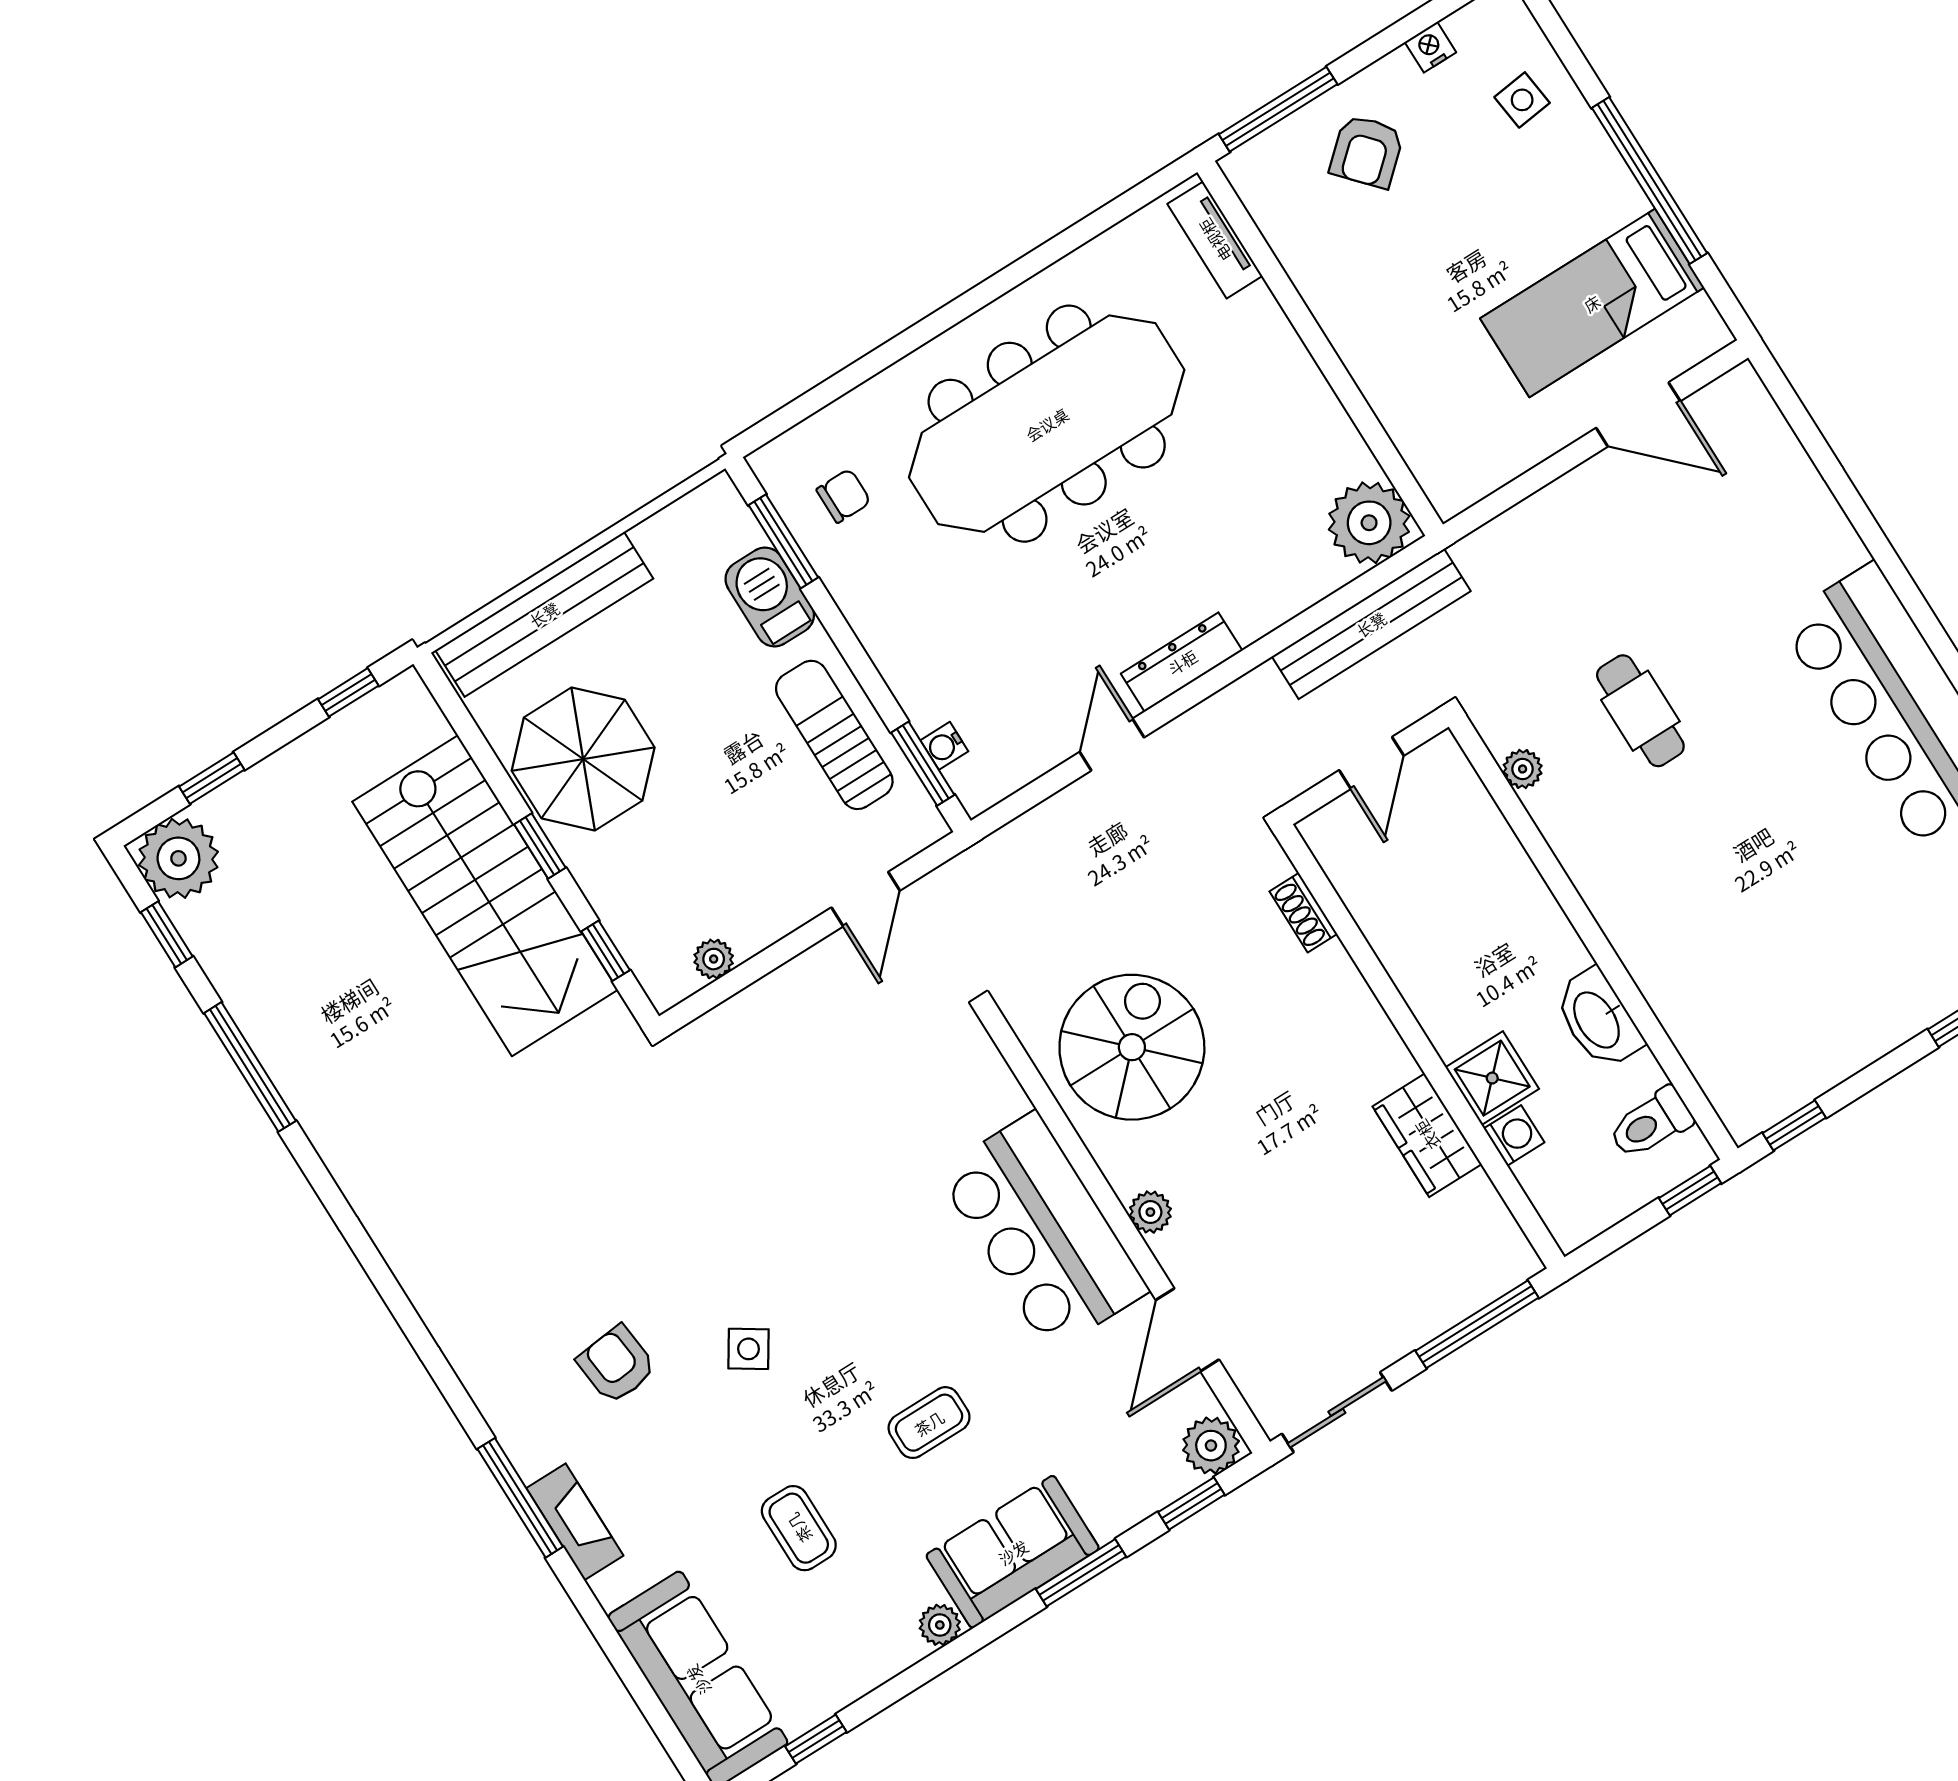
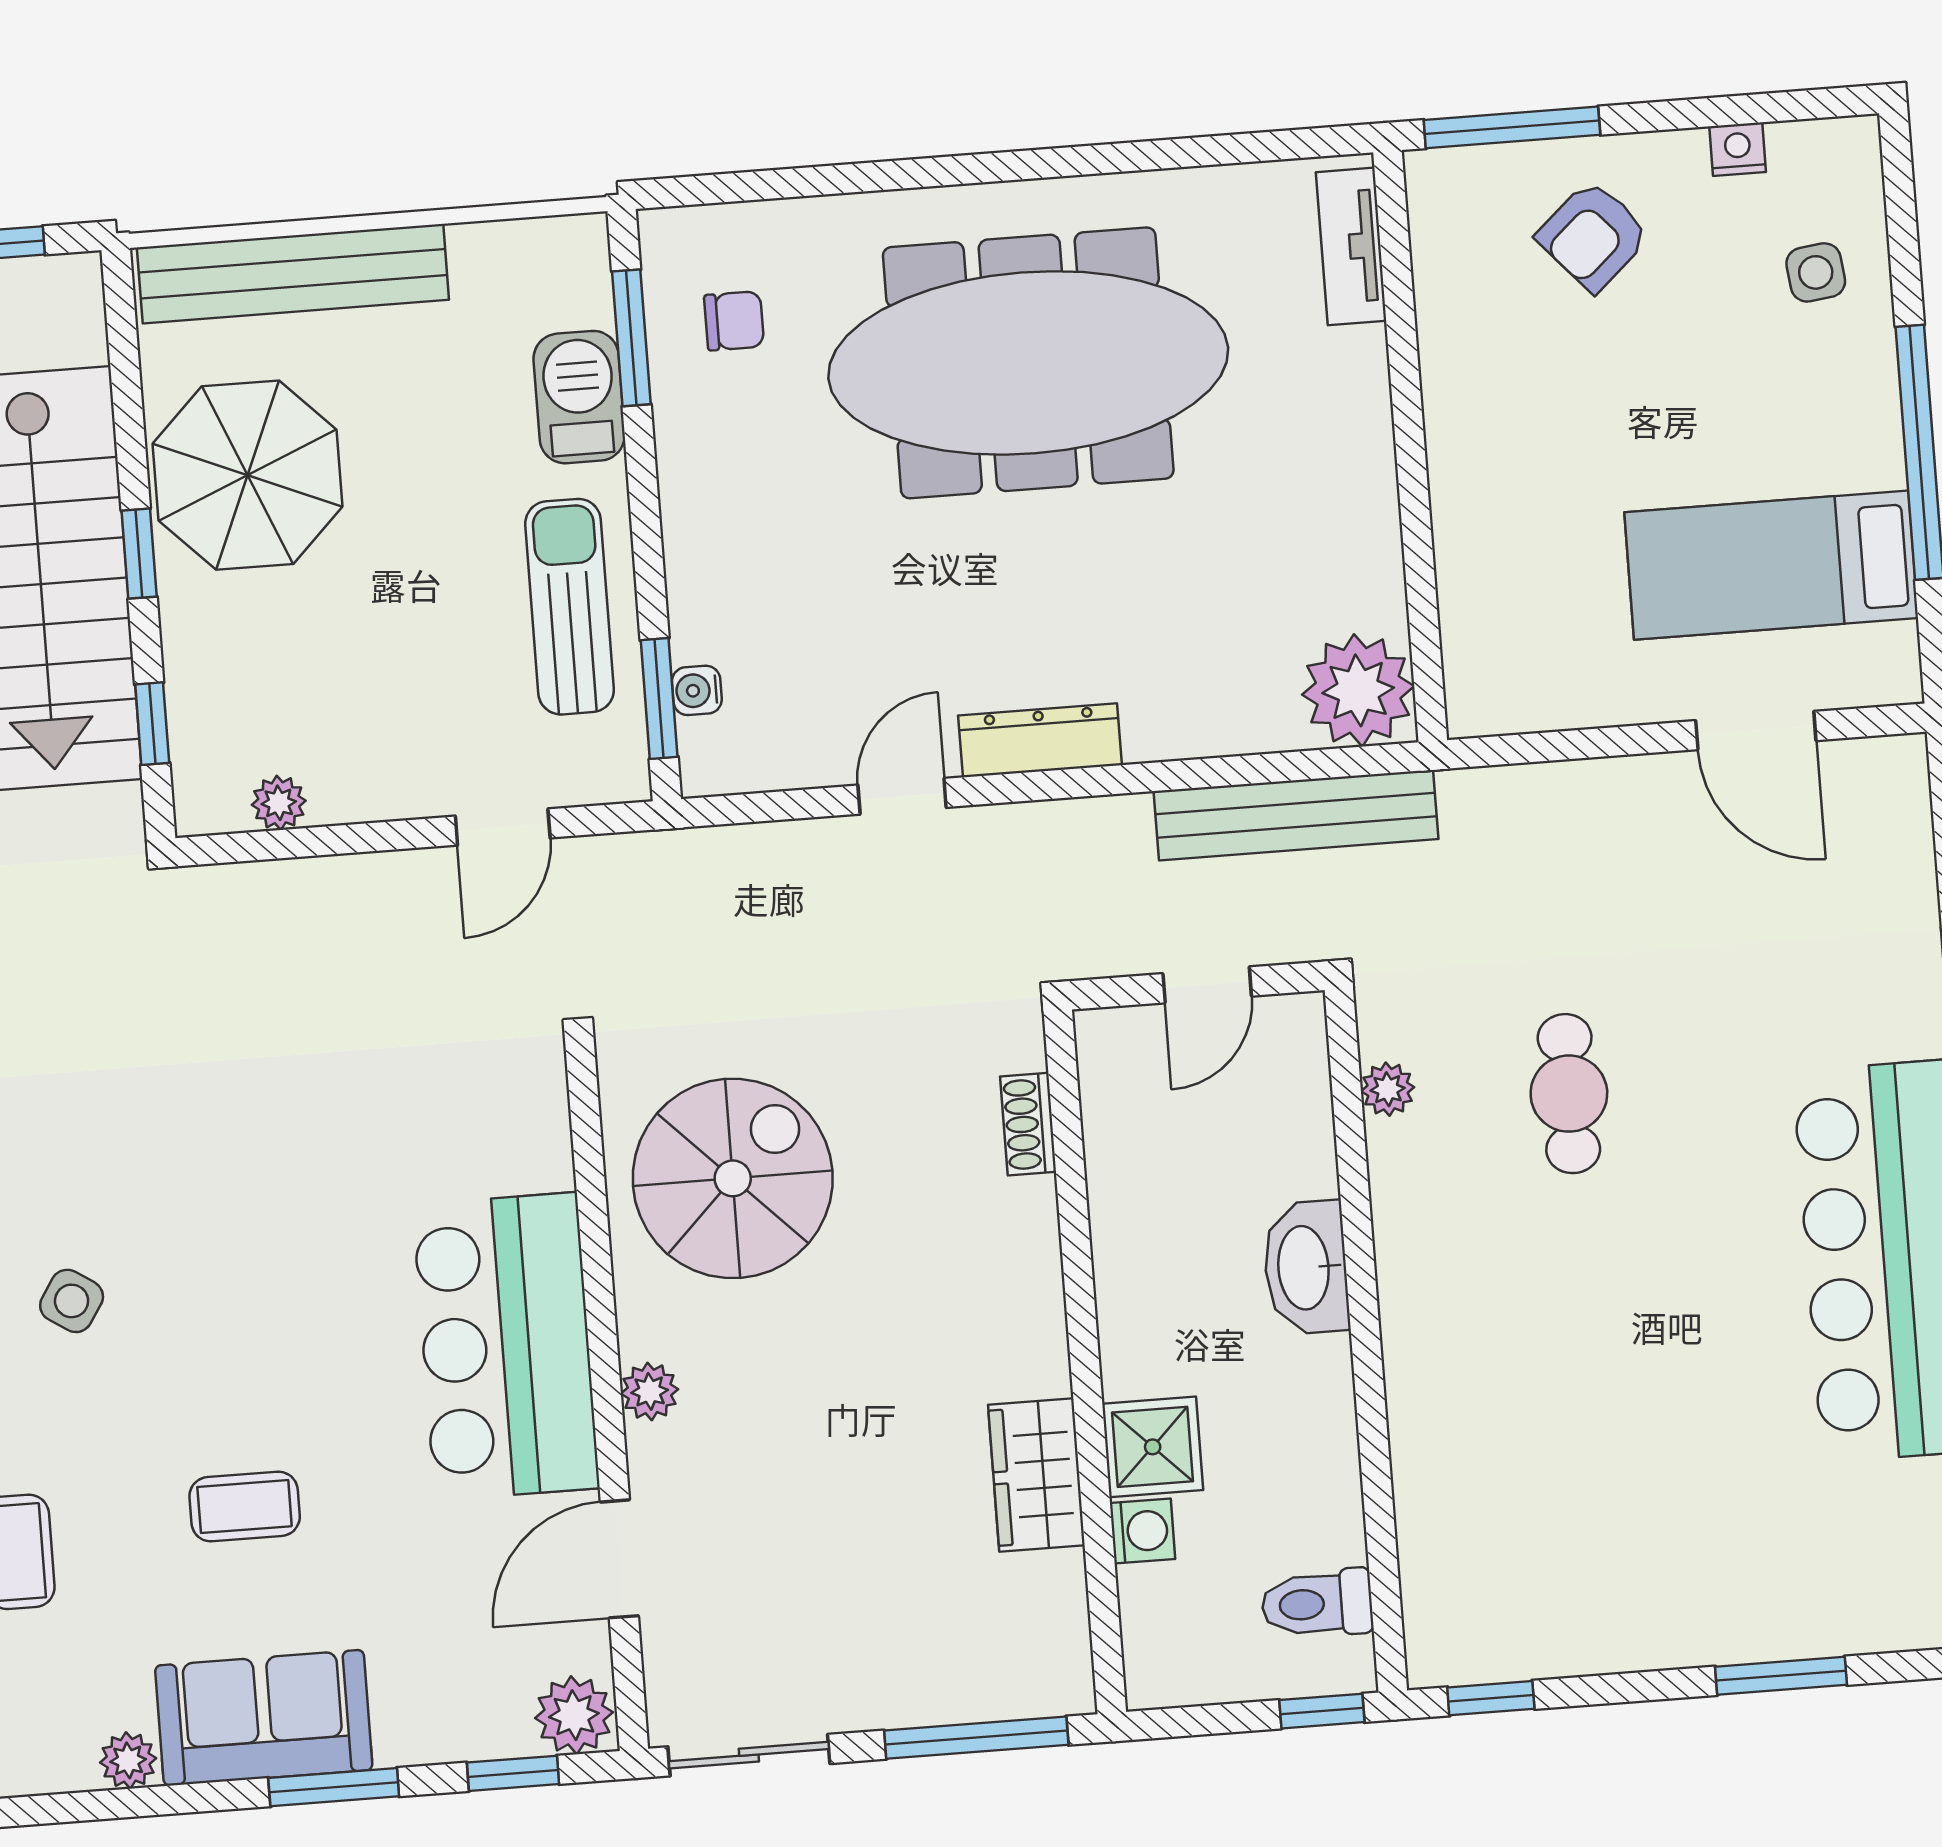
washbasin: (1598, 1019) -> (1306, 1268), moved

